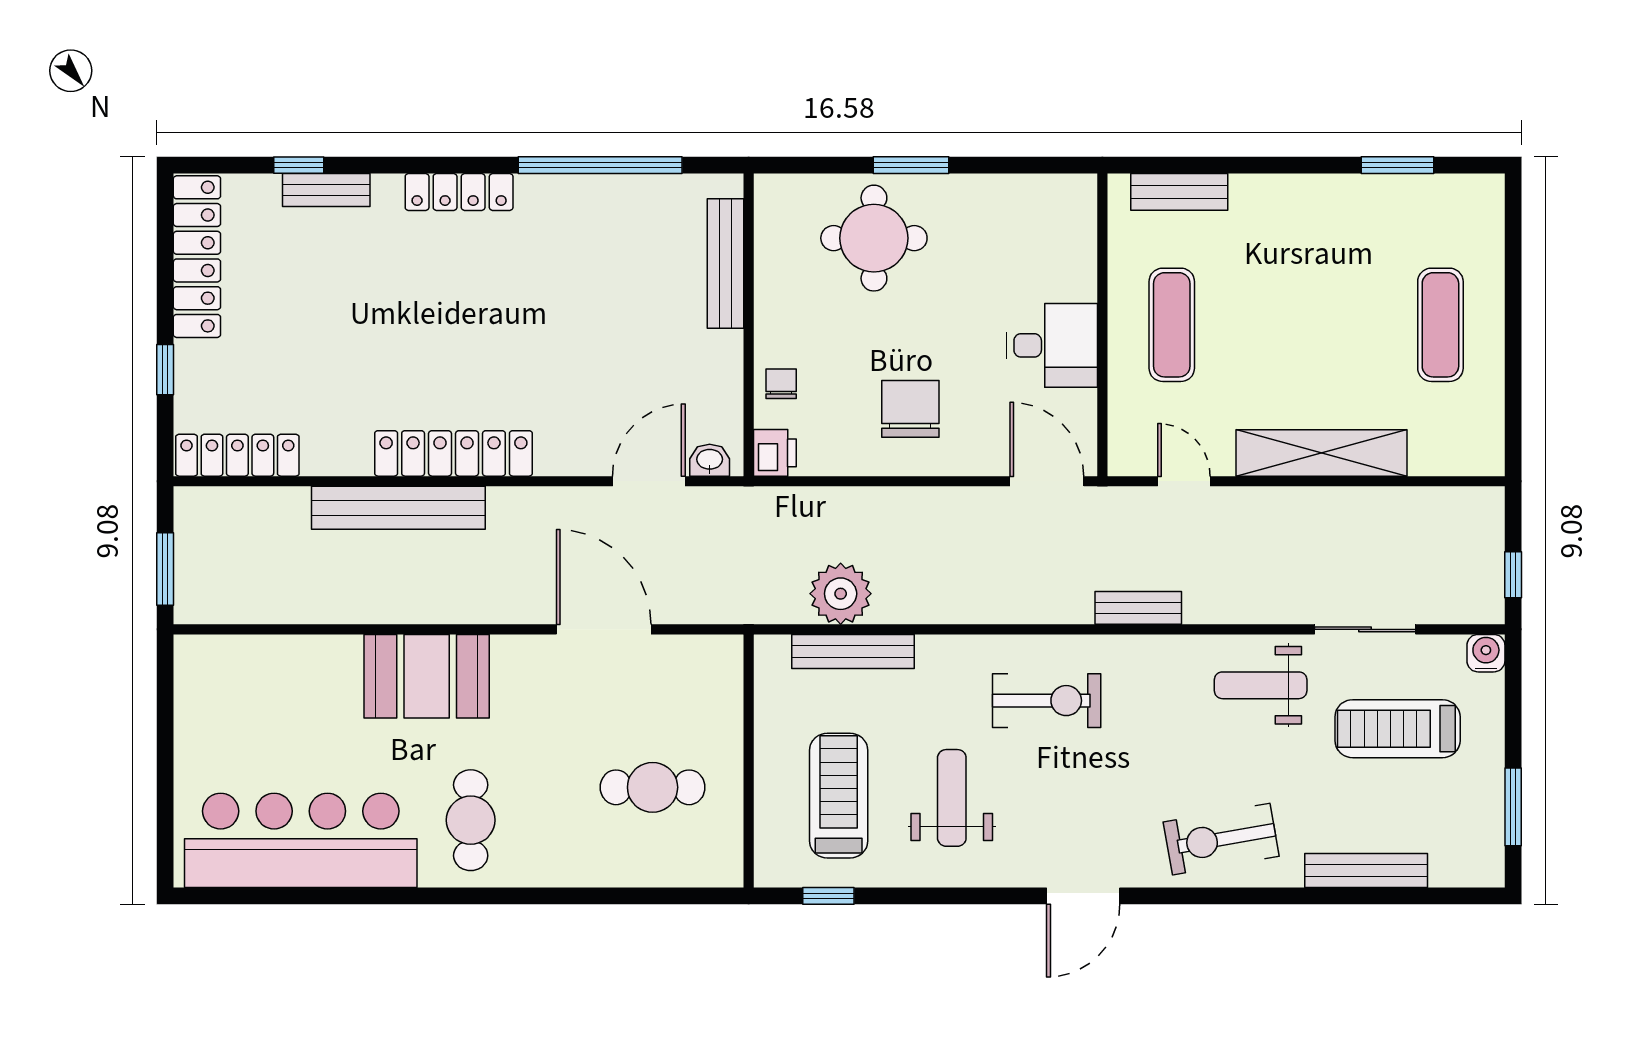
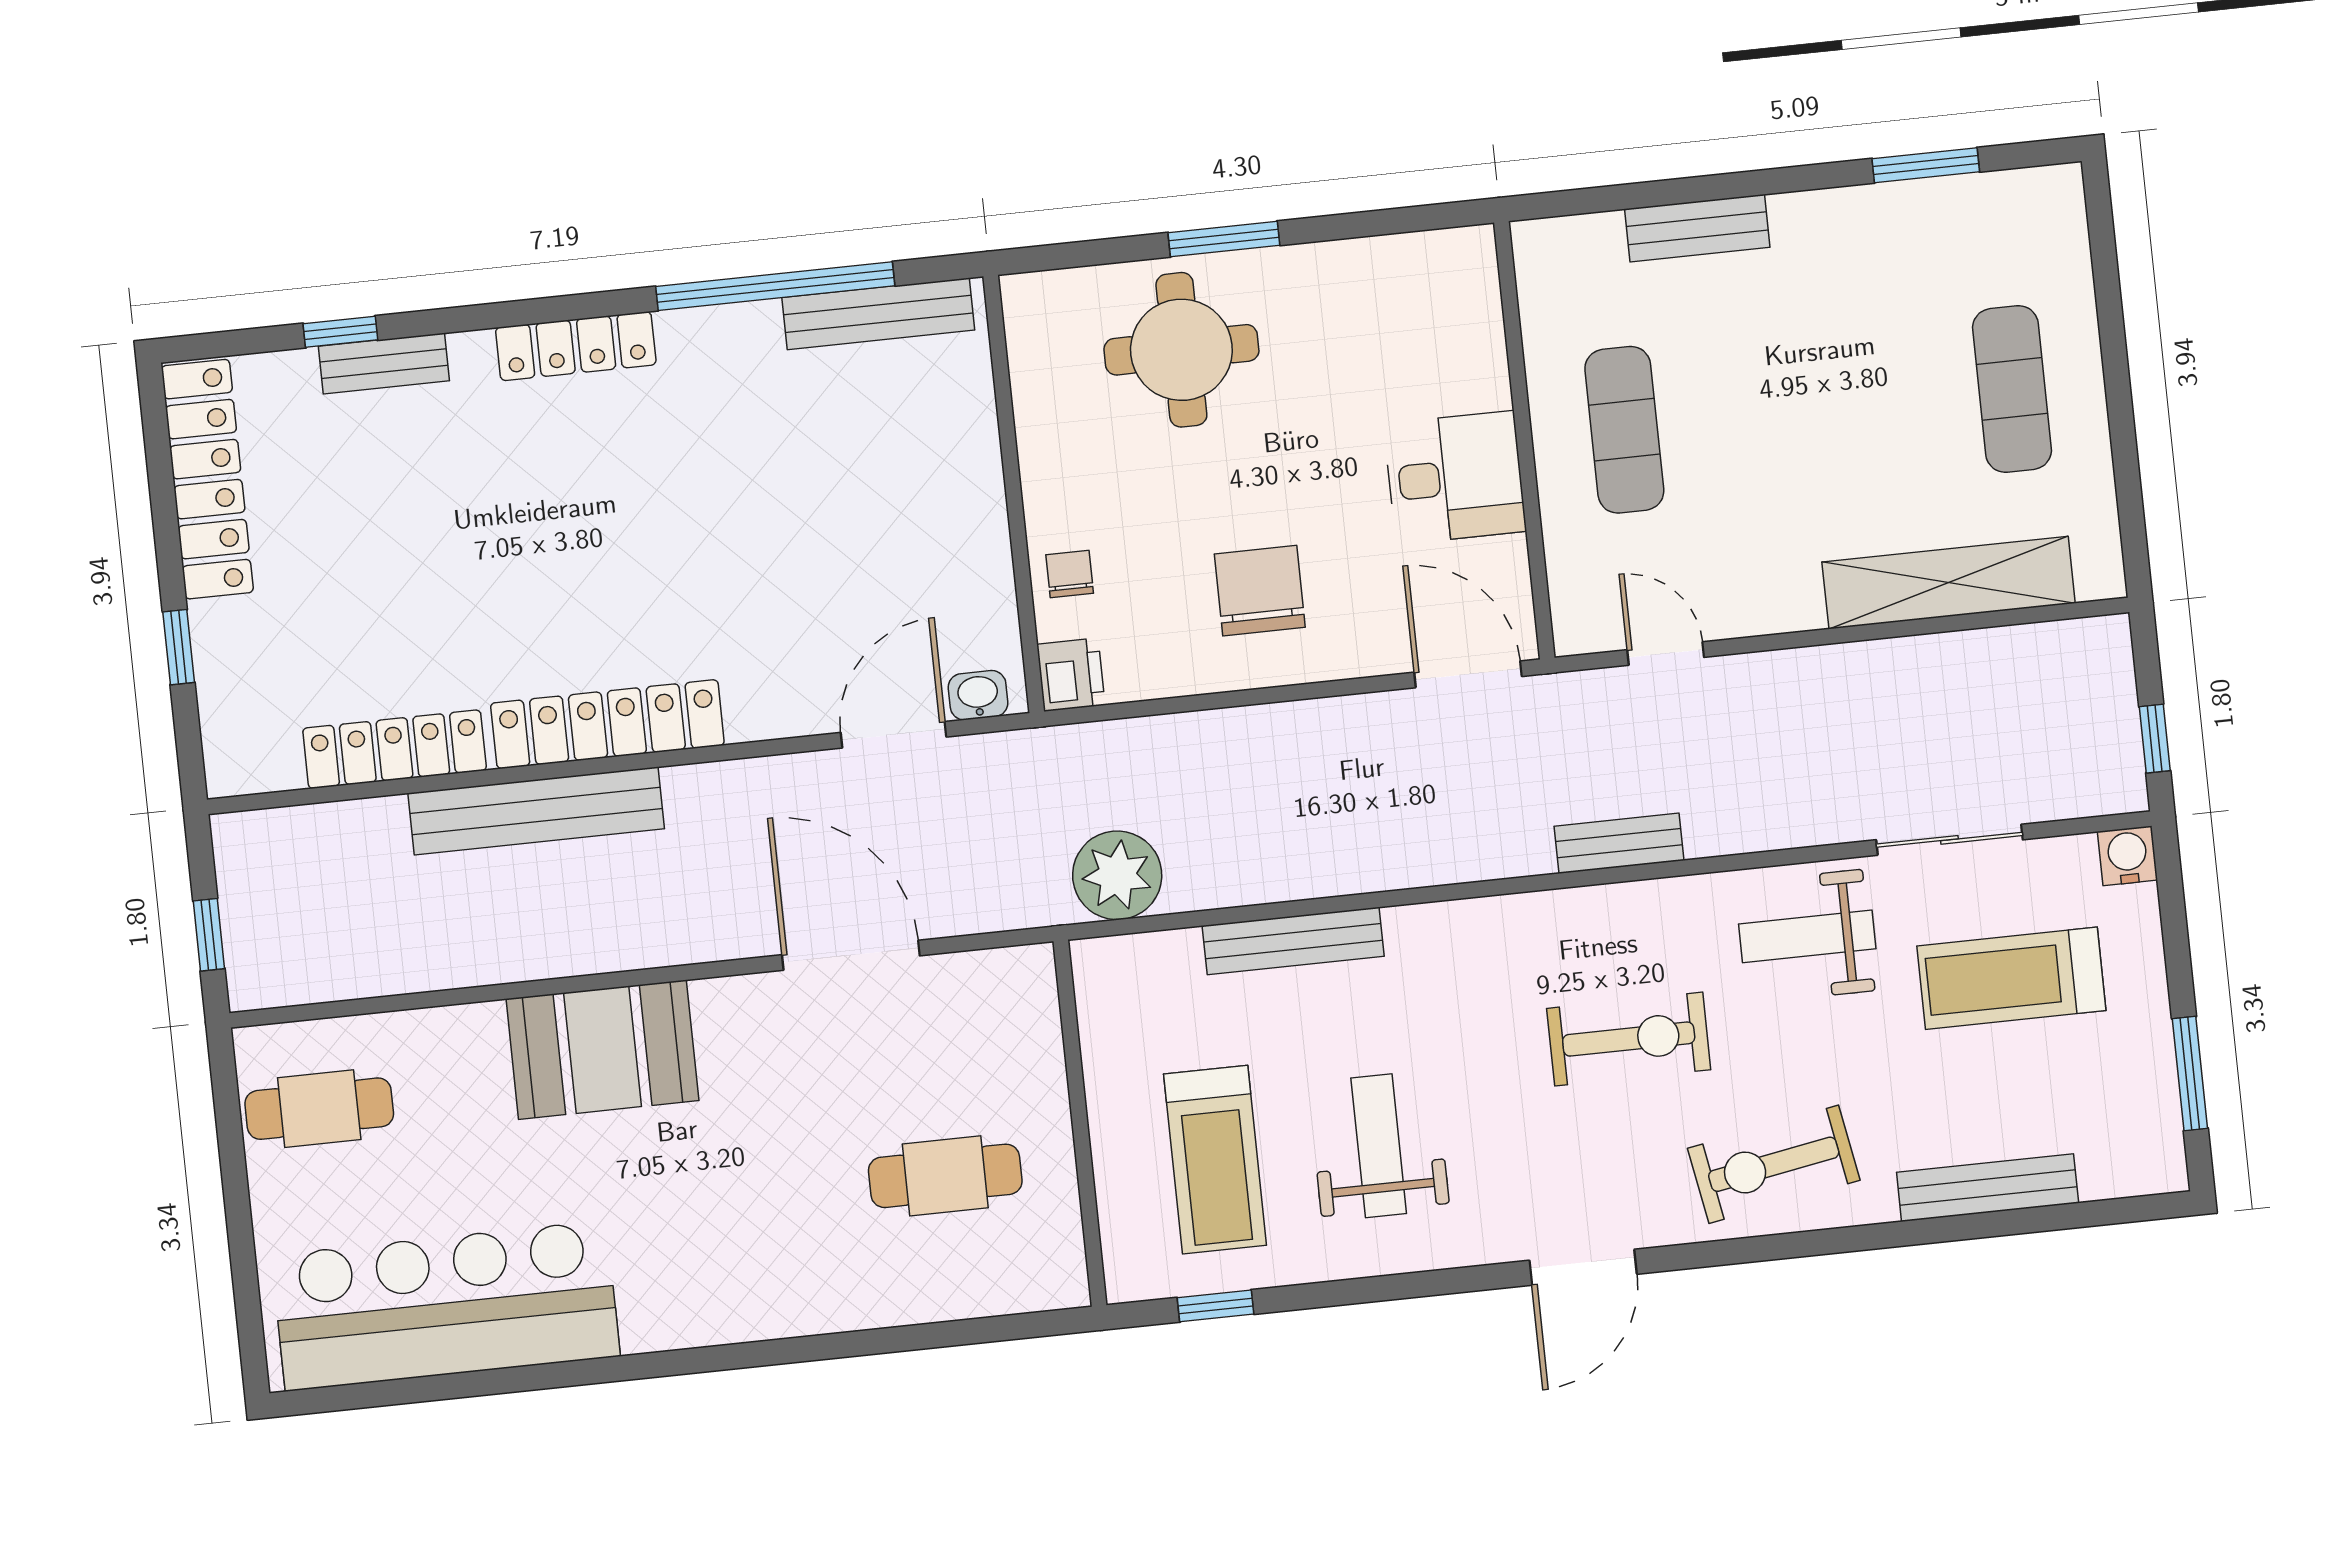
bench: (1179, 192) -> (1697, 228), moved
bench: (725, 264) -> (878, 314), moved, turned 90
shelving: (1321, 453) -> (1949, 583), moved
locker: (237, 455) -> (395, 749), moved
window: (165, 569) -> (209, 935), width x0.67
plant: (841, 594) -> (1117, 875), moved
bench: (853, 651) -> (1293, 941), moved
exercise bike: (1047, 701) -> (1629, 1039), moved
treadmill: (839, 796) -> (1215, 1160), turned 180
cafe table: (471, 820) -> (319, 1109), moved, turned 90

